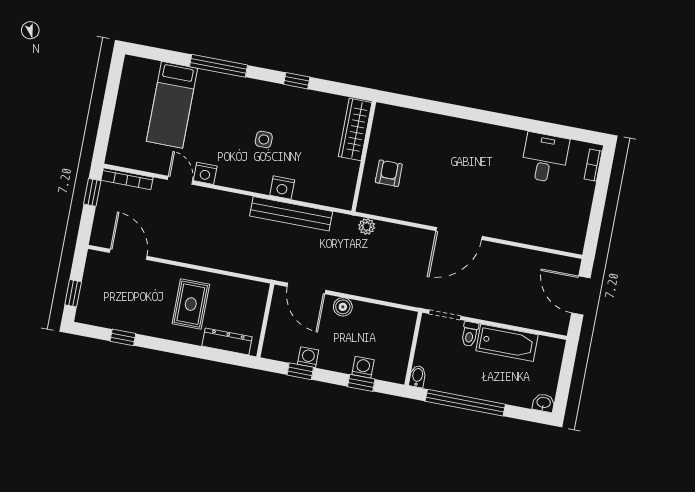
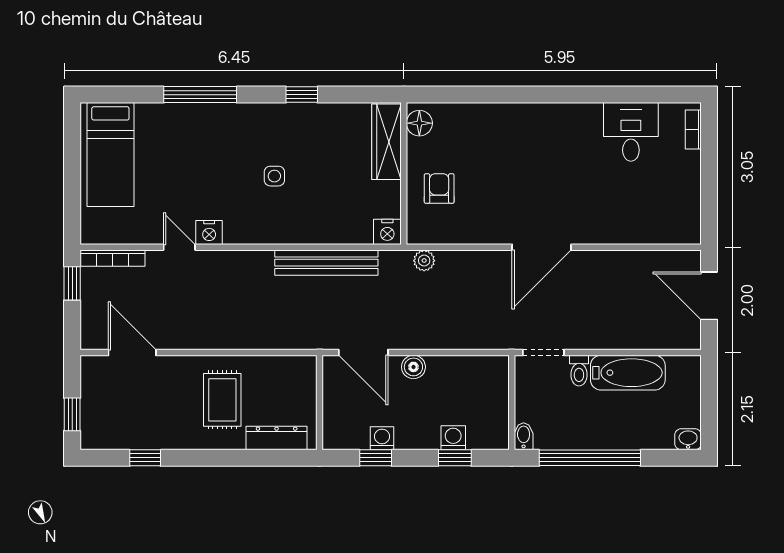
bed: (172, 105) -> (110, 155), moved
floor lamp: (383, 120) -> (419, 123), added
nightstand: (282, 188) -> (387, 232), moved

